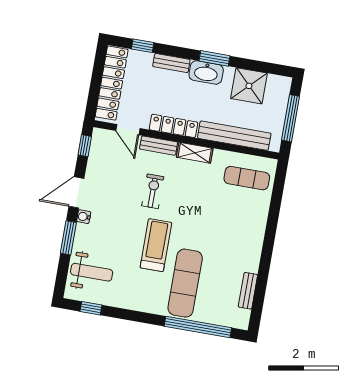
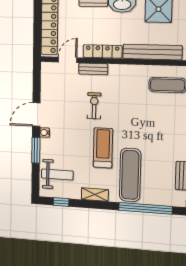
door: (128, 130) -> (68, 60), swing flipped
window: (85, 146) -> (37, 77), removed
shelving: (195, 153) -> (95, 195), moved

